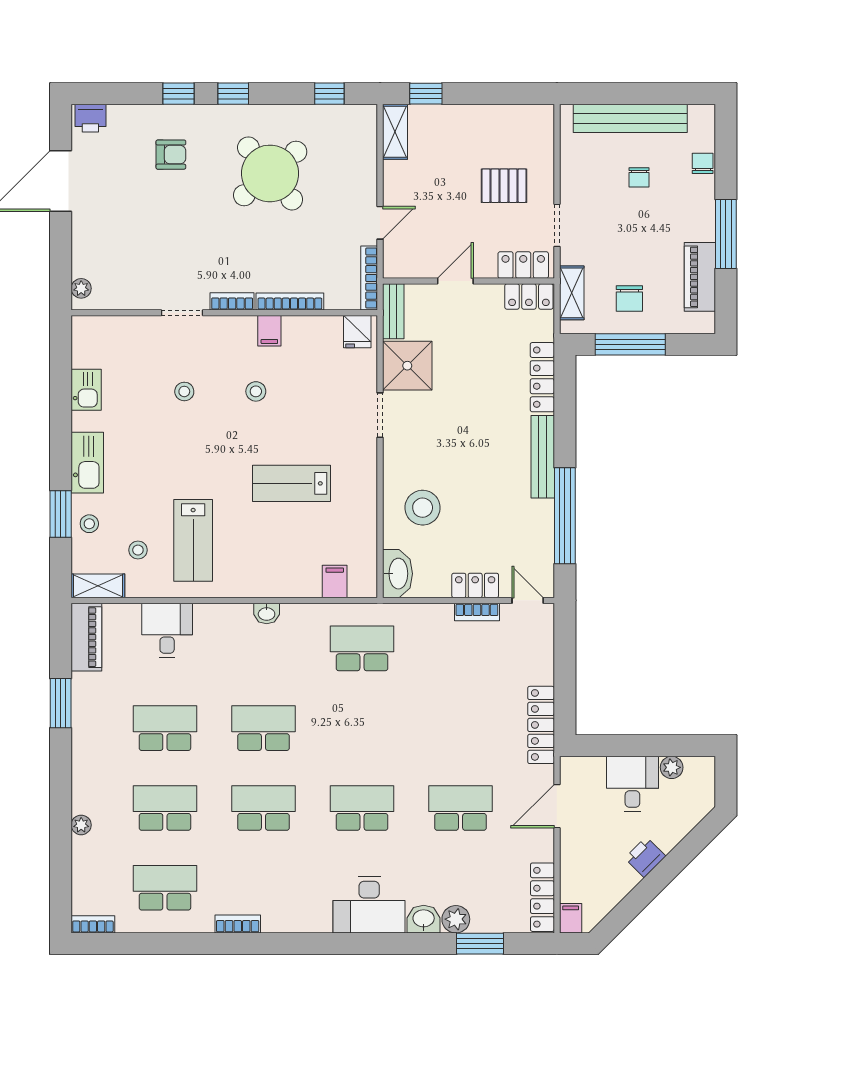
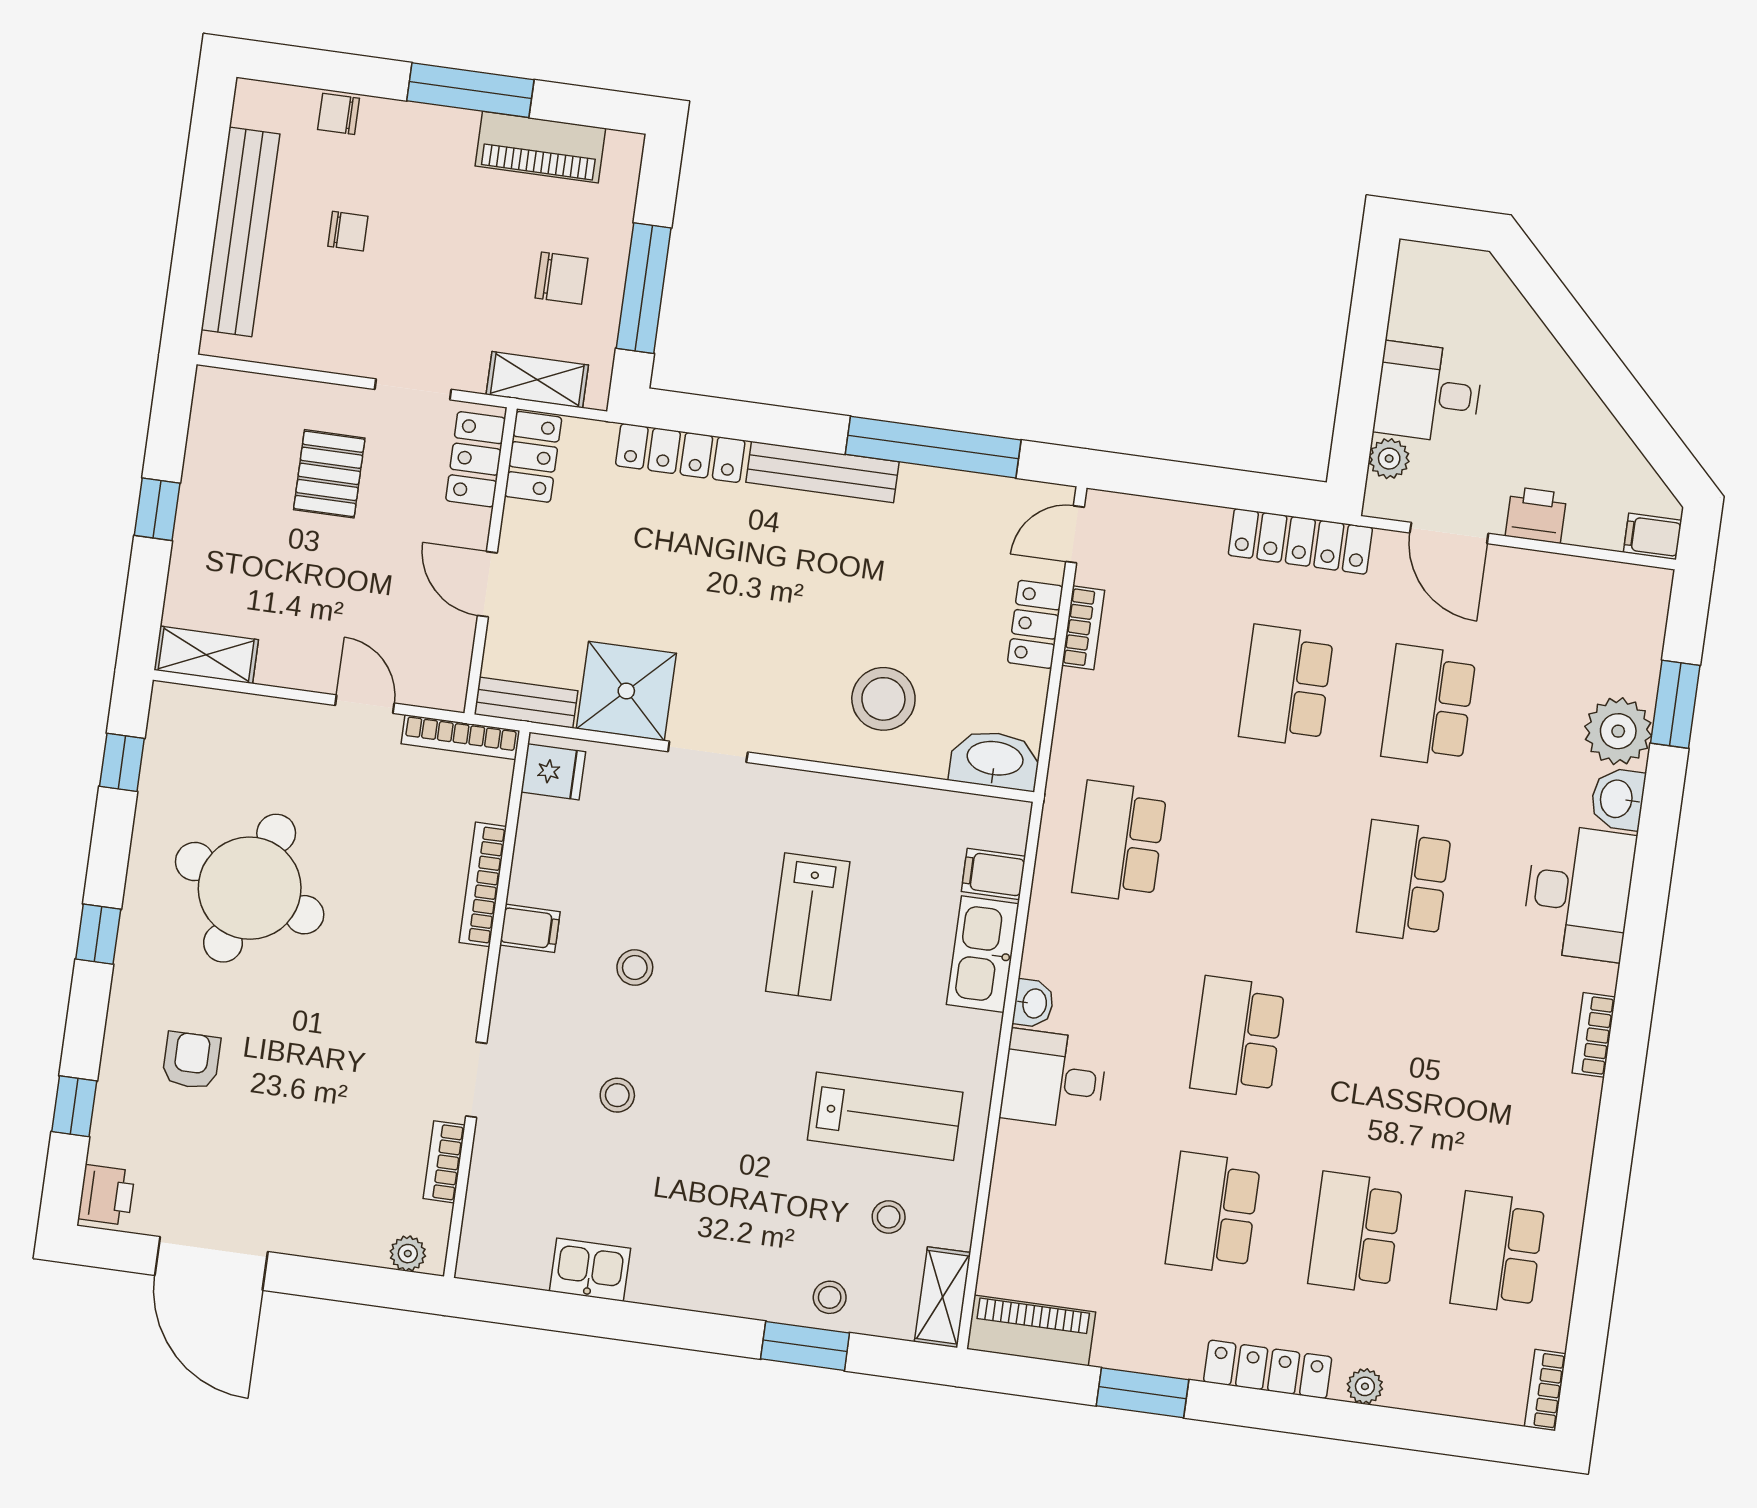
window: (178, 94) -> (74, 1106), moved
window: (426, 94) -> (157, 509), moved
round table: (270, 173) -> (250, 888), turned -32
bookcase: (232, 301) -> (444, 1162), moved
kitchen sink: (87, 463) -> (983, 954), moved, turned -90
desk: (167, 630) -> (1054, 1079), moved
plant: (672, 767) -> (1389, 459), moved
school desk: (263, 808) -> (1286, 686), moved
printer: (645, 857) -> (1536, 515), moved, turned 135
locker: (542, 897) -> (1268, 1369), moved, turned 180
plant: (456, 919) -> (1618, 731), width x1.36, depth x1.36
bookcase: (238, 924) -> (1594, 1035), moved

